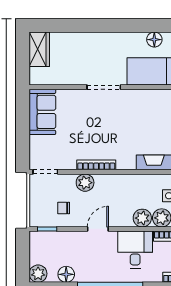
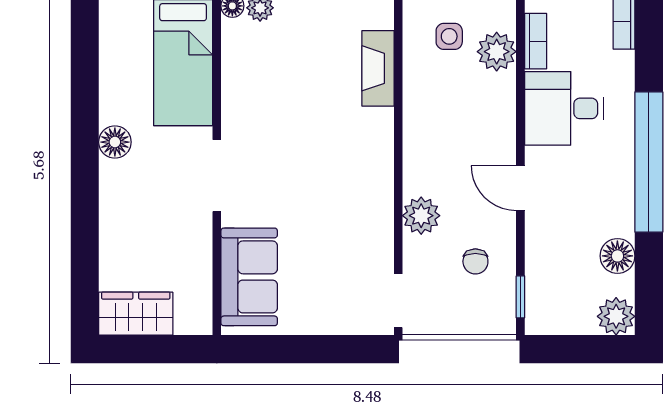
floor lamp: (154, 40) -> (115, 142), moved
sofa: (42, 112) -> (249, 277), moved, turned 90
bookcase: (96, 165) -> (383, 192), removed
plant: (142, 218) -> (497, 93), removed

